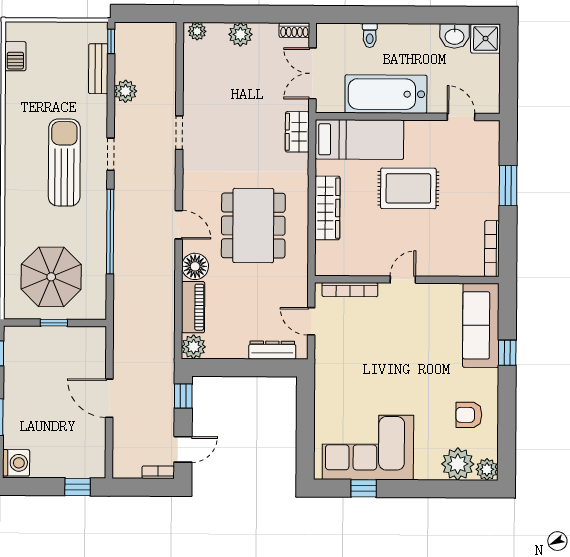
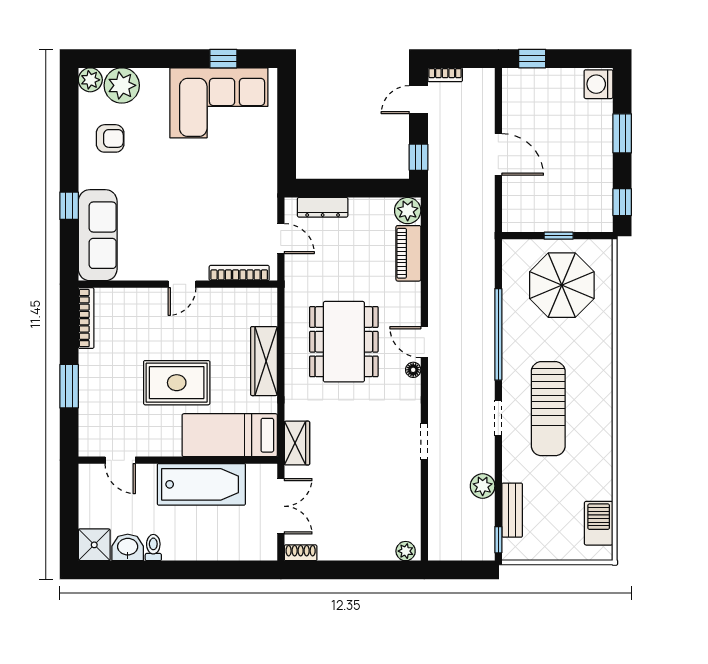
plant: (240, 34) -> (359, 548), removed
toilet: (370, 35) -> (153, 548), moved
barbecue: (15, 56) -> (599, 523), width x1.38, depth x1.27
floor lamp: (195, 266) -> (413, 370), moved, width x0.53, depth x0.53

